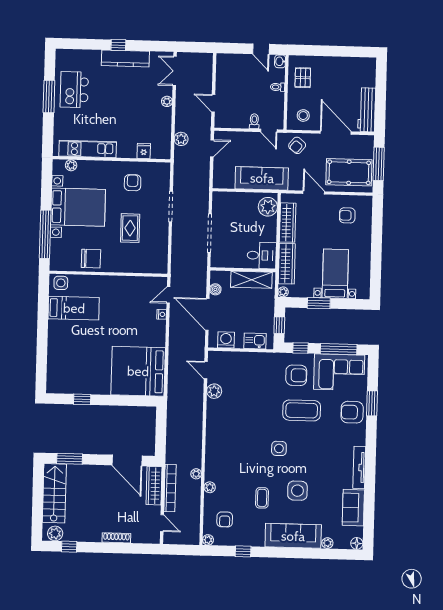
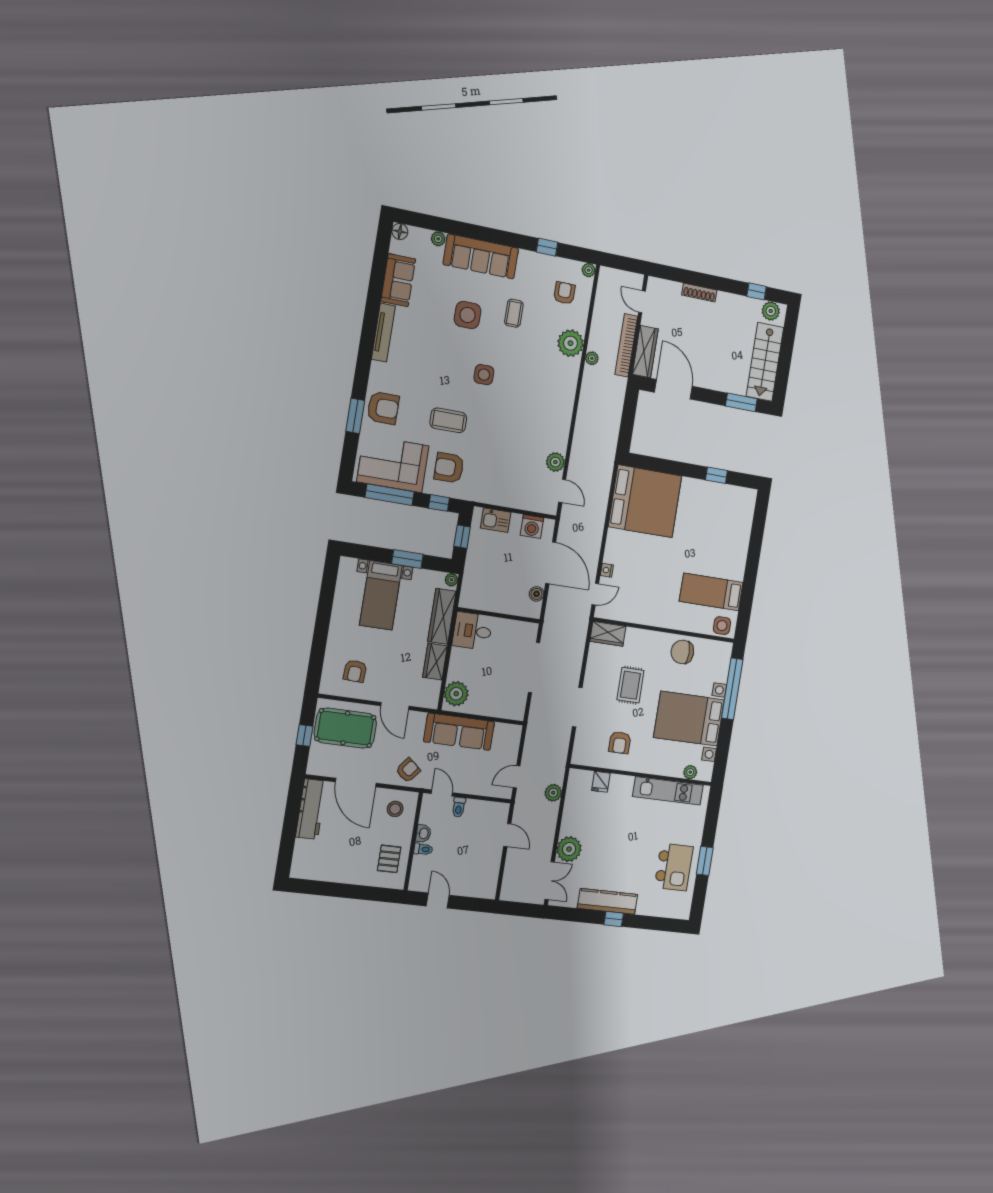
washbasin: (280, 61) -> (423, 833), moved
window: (49, 97) -> (705, 861), width x0.69
plant: (167, 101) -> (569, 849), width x1.87, depth x1.87
window: (379, 164) -> (304, 736), width x0.46
armchair: (347, 215) -> (355, 671), turned 93
wardrobe: (288, 223) -> (435, 662), width x0.67
wardrobe: (154, 266) -> (608, 634), added
shelving: (251, 280) -> (490, 601), removed
coffee table: (302, 410) -> (448, 420), width x0.73, depth x0.76
plant: (210, 487) -> (570, 343), width x1.87, depth x1.87

